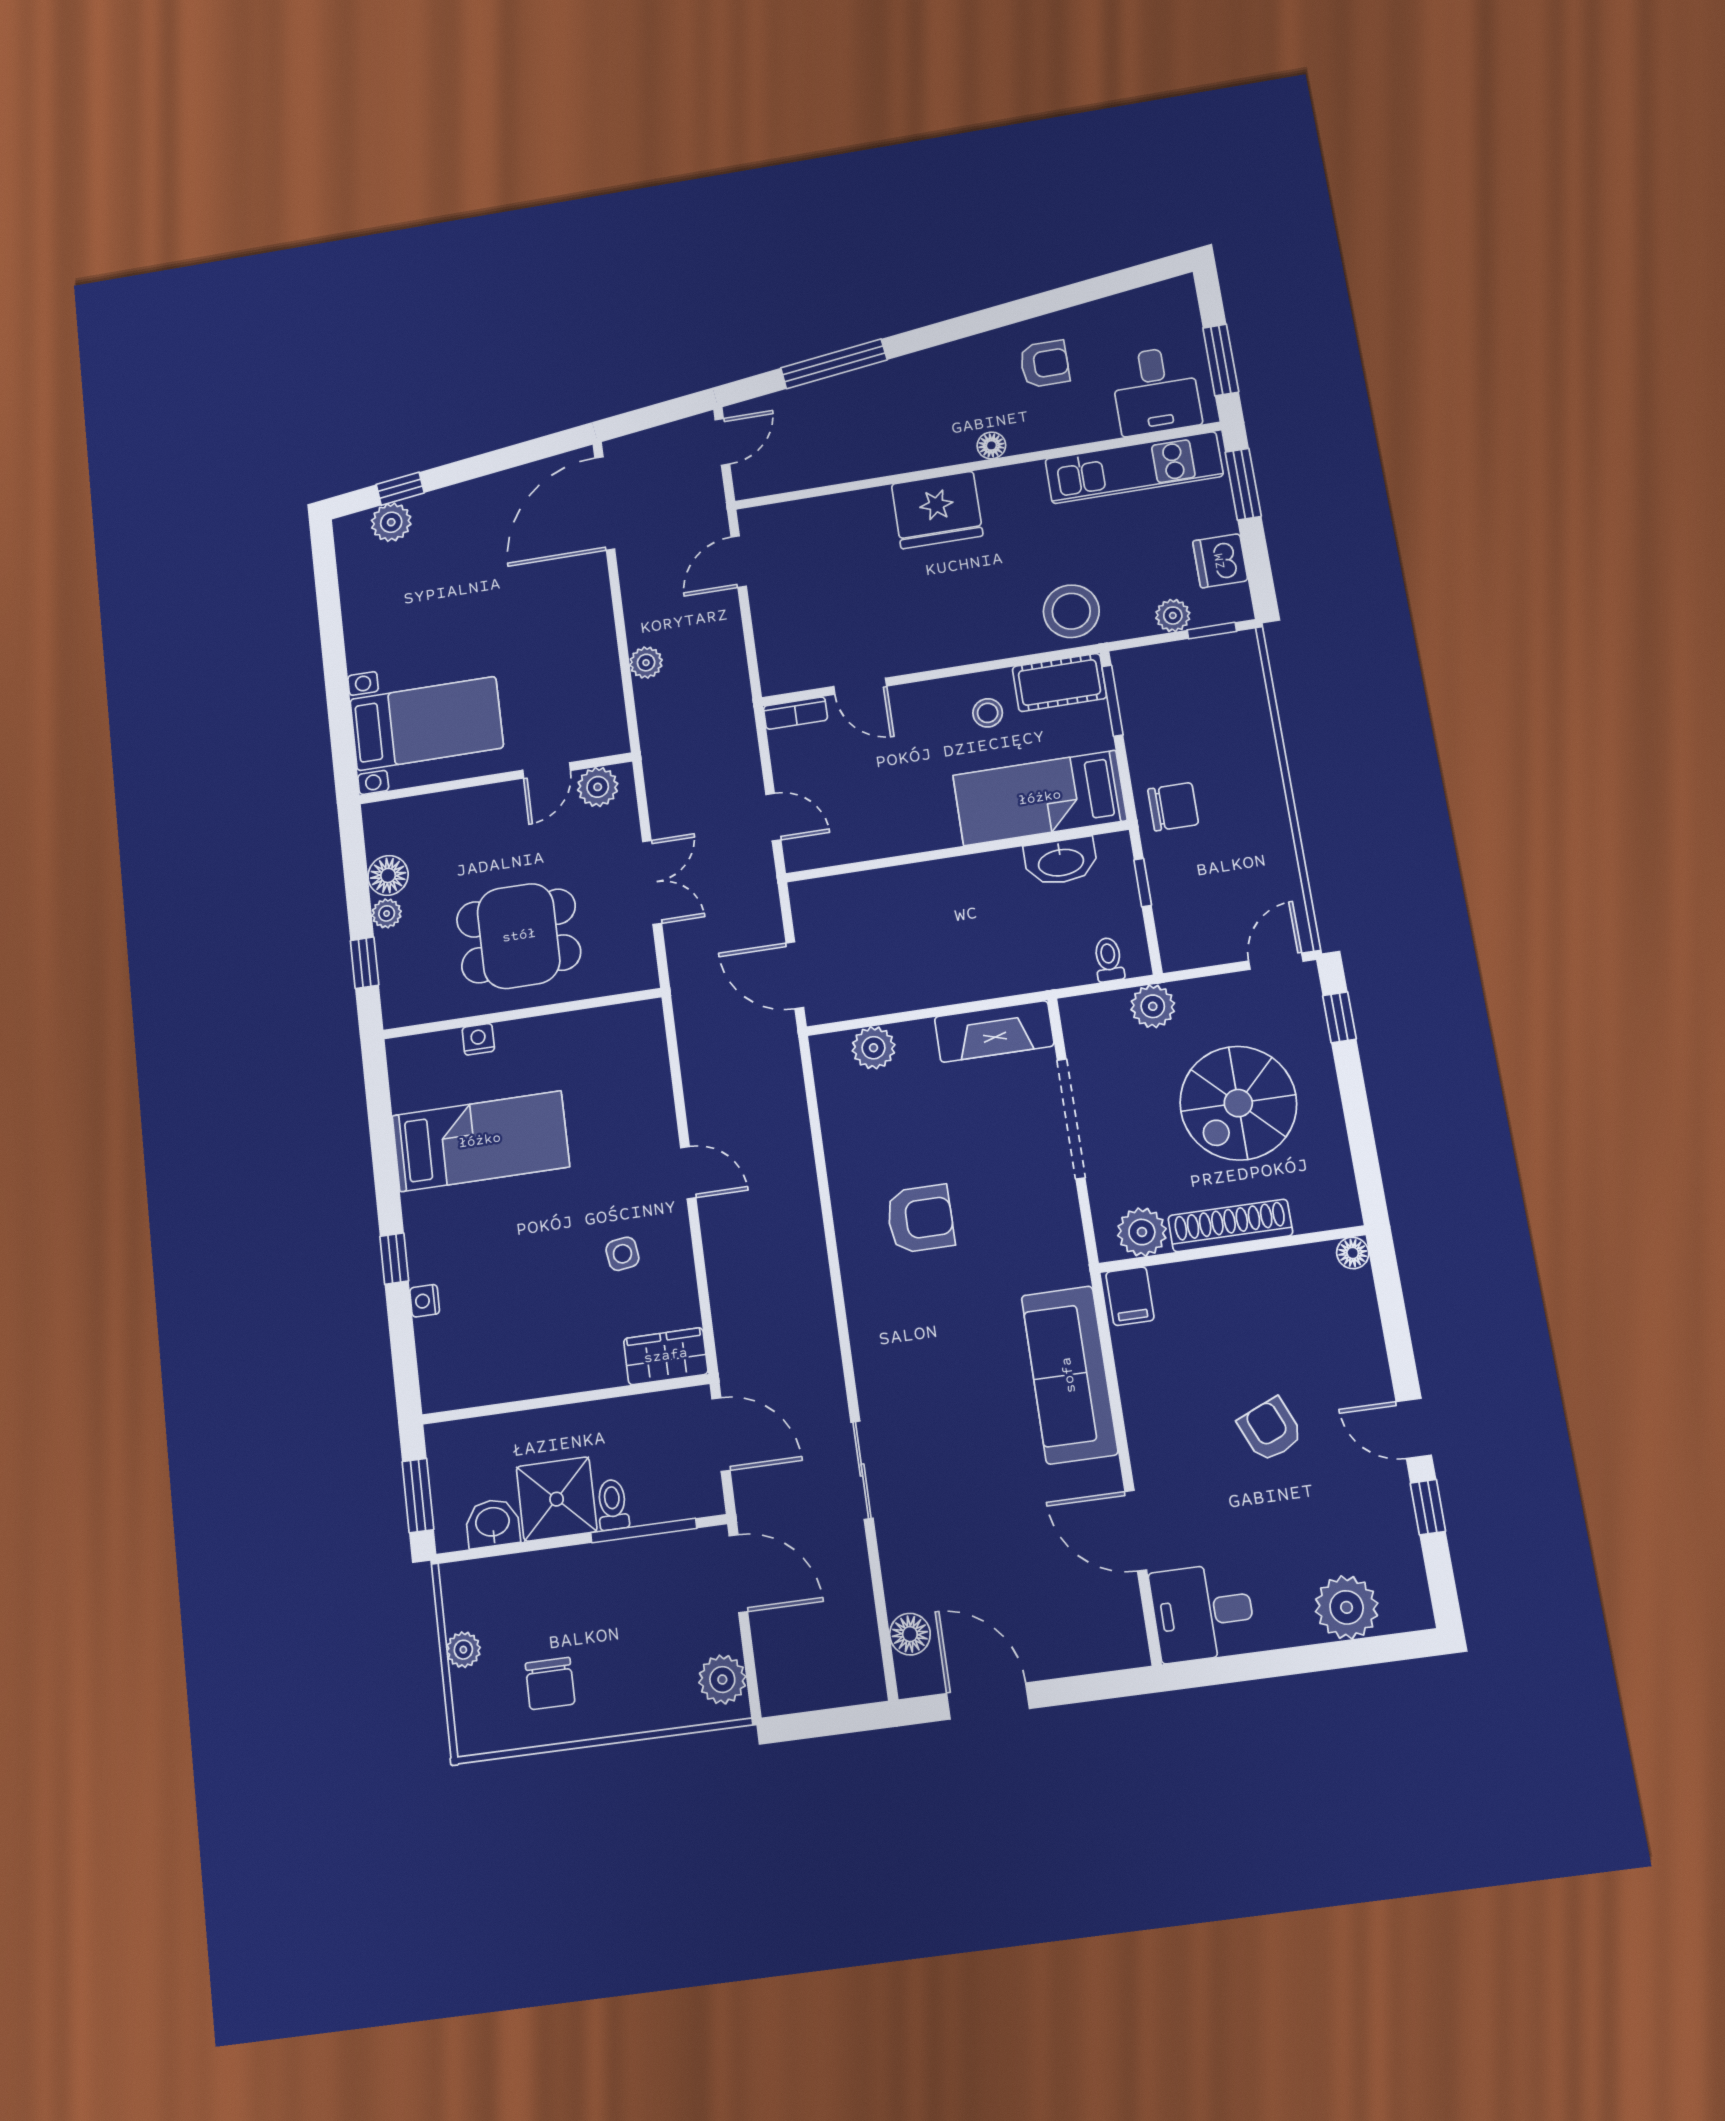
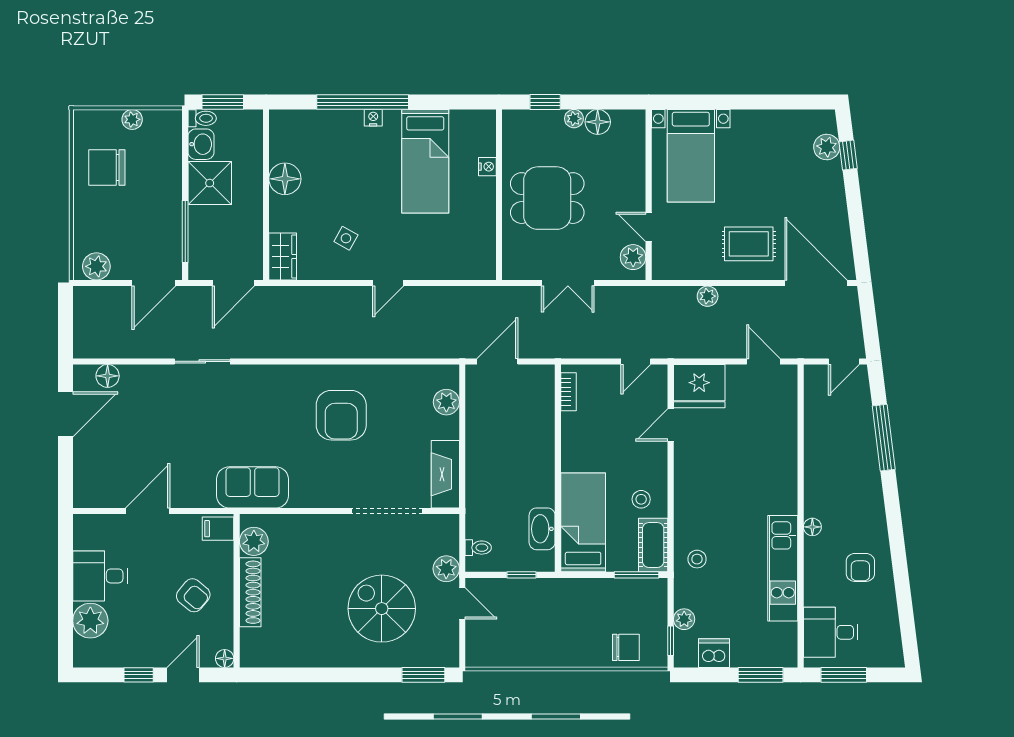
door: (722, 442) -> (844, 361), hinge flipped
kitchen unit: (1134, 468) -> (783, 568), moved
fridge: (937, 510) -> (699, 386), moved, turned -90
stool: (1071, 611) -> (697, 559), width x0.53, depth x0.53
rug: (555, 613) -> (749, 244), added
bookcase: (795, 713) -> (568, 392), moved, turned 180
chair: (1173, 807) -> (626, 647), moved, turned -90
door: (773, 817) -> (636, 361), moved
dining table: (519, 936) -> (547, 198), turned 90
door: (1276, 961) -> (462, 603), moved
window: (1339, 1017) -> (423, 675), width x1.50
armchair: (920, 1219) -> (341, 415), width x1.36, depth x1.36
shoe rack: (1230, 1226) -> (250, 592), moved
plant: (1142, 1232) -> (254, 541), moved
wall: (1232, 1249) -> (237, 591), moved
floor lamp: (1353, 1253) -> (225, 658), moved
side table: (622, 1254) -> (346, 238), turned 37
window: (394, 1259) -> (363, 102), width x3.17
filing cabinet: (1130, 1296) -> (218, 529), moved
nightstand: (425, 1301) -> (373, 118), moved
floor lamp: (535, 1371) -> (285, 179), added
sofa: (1069, 1375) -> (253, 487), width x0.73
armchair: (1270, 1430) -> (193, 595), turned 63
toilet: (613, 1505) -> (202, 118), moved
desk: (1203, 1612) -> (100, 576), moved, turned -90
chair: (550, 1684) -> (107, 168), width x1.37, depth x1.37

